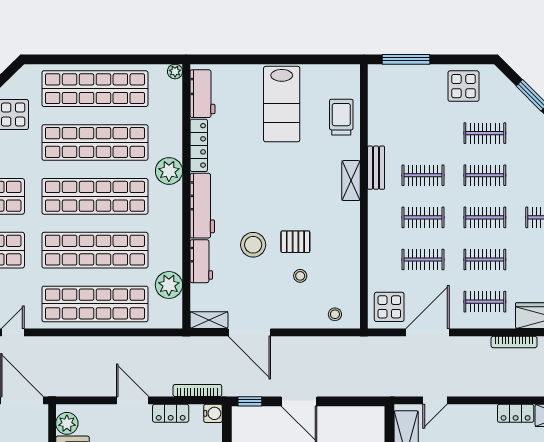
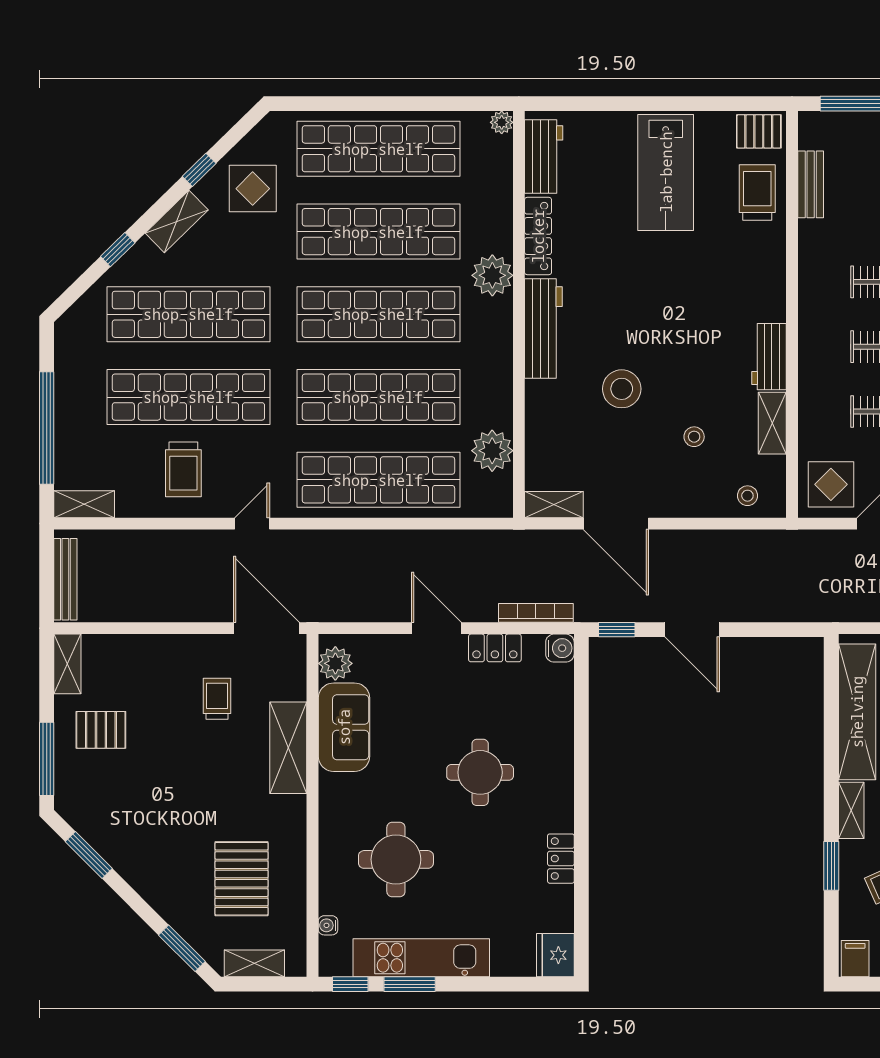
bench: (376, 168) -> (811, 184), moved
shelving: (351, 181) -> (772, 423), moved
pallet: (295, 242) -> (759, 131), moved
workbench: (201, 261) -> (769, 357), moved, turned 180

